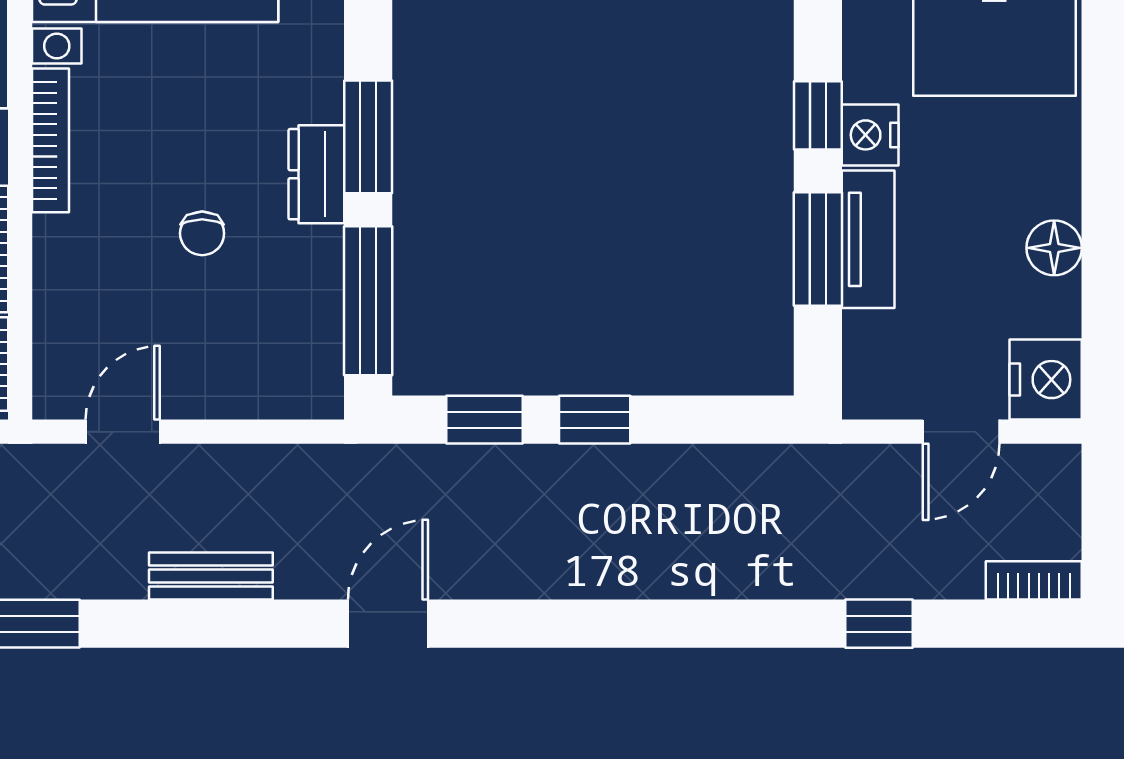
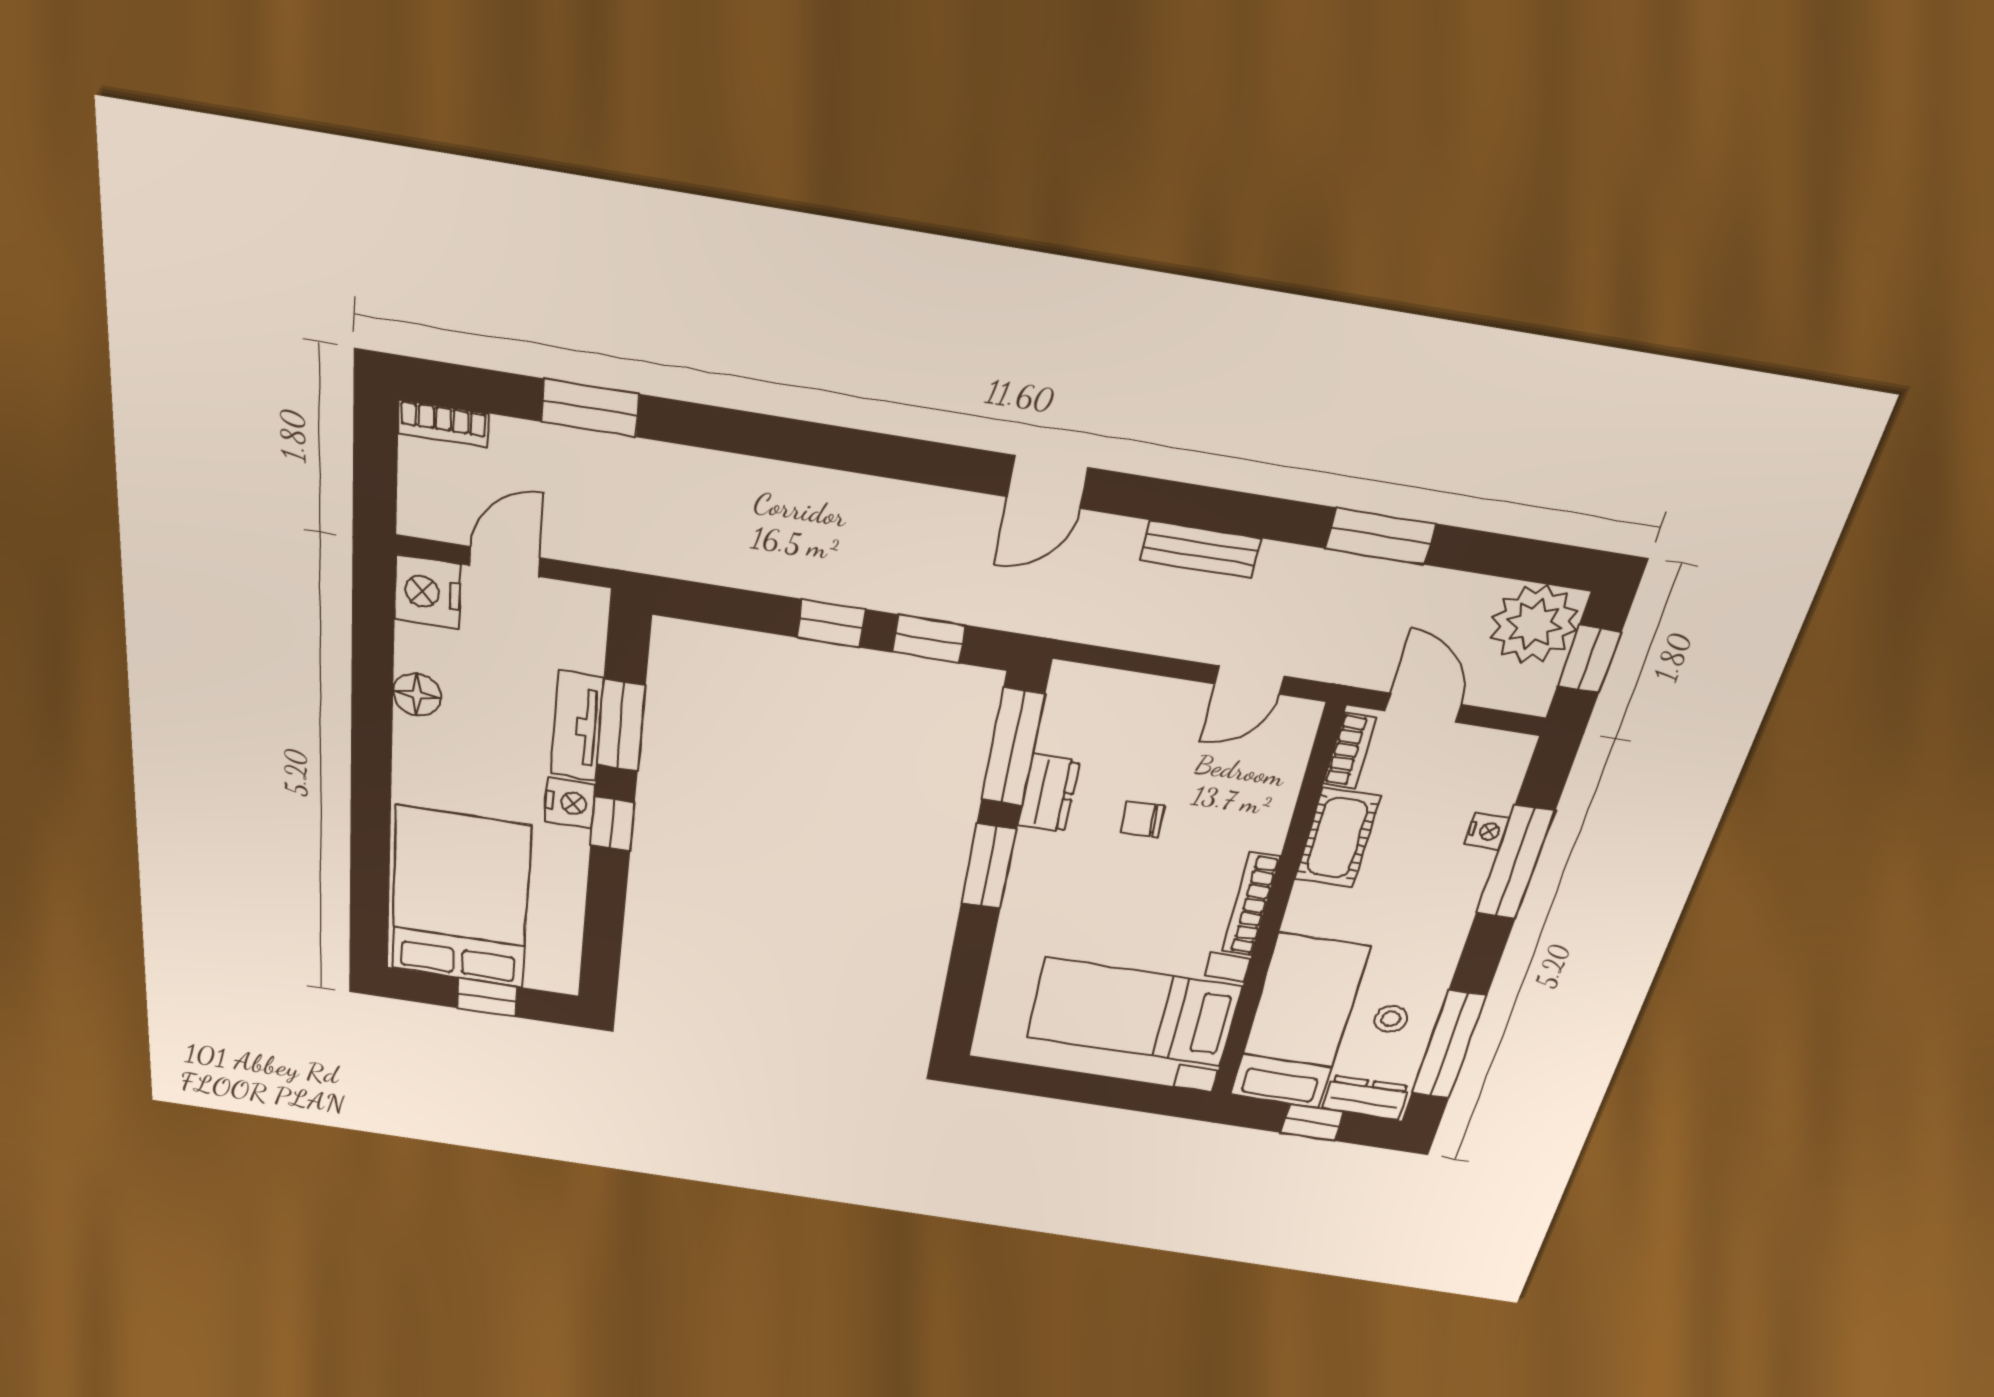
dresser: (316, 174) -> (1049, 793), moved
chair: (202, 233) -> (1142, 819), turned -92
window: (879, 624) -> (590, 408), width x1.50

